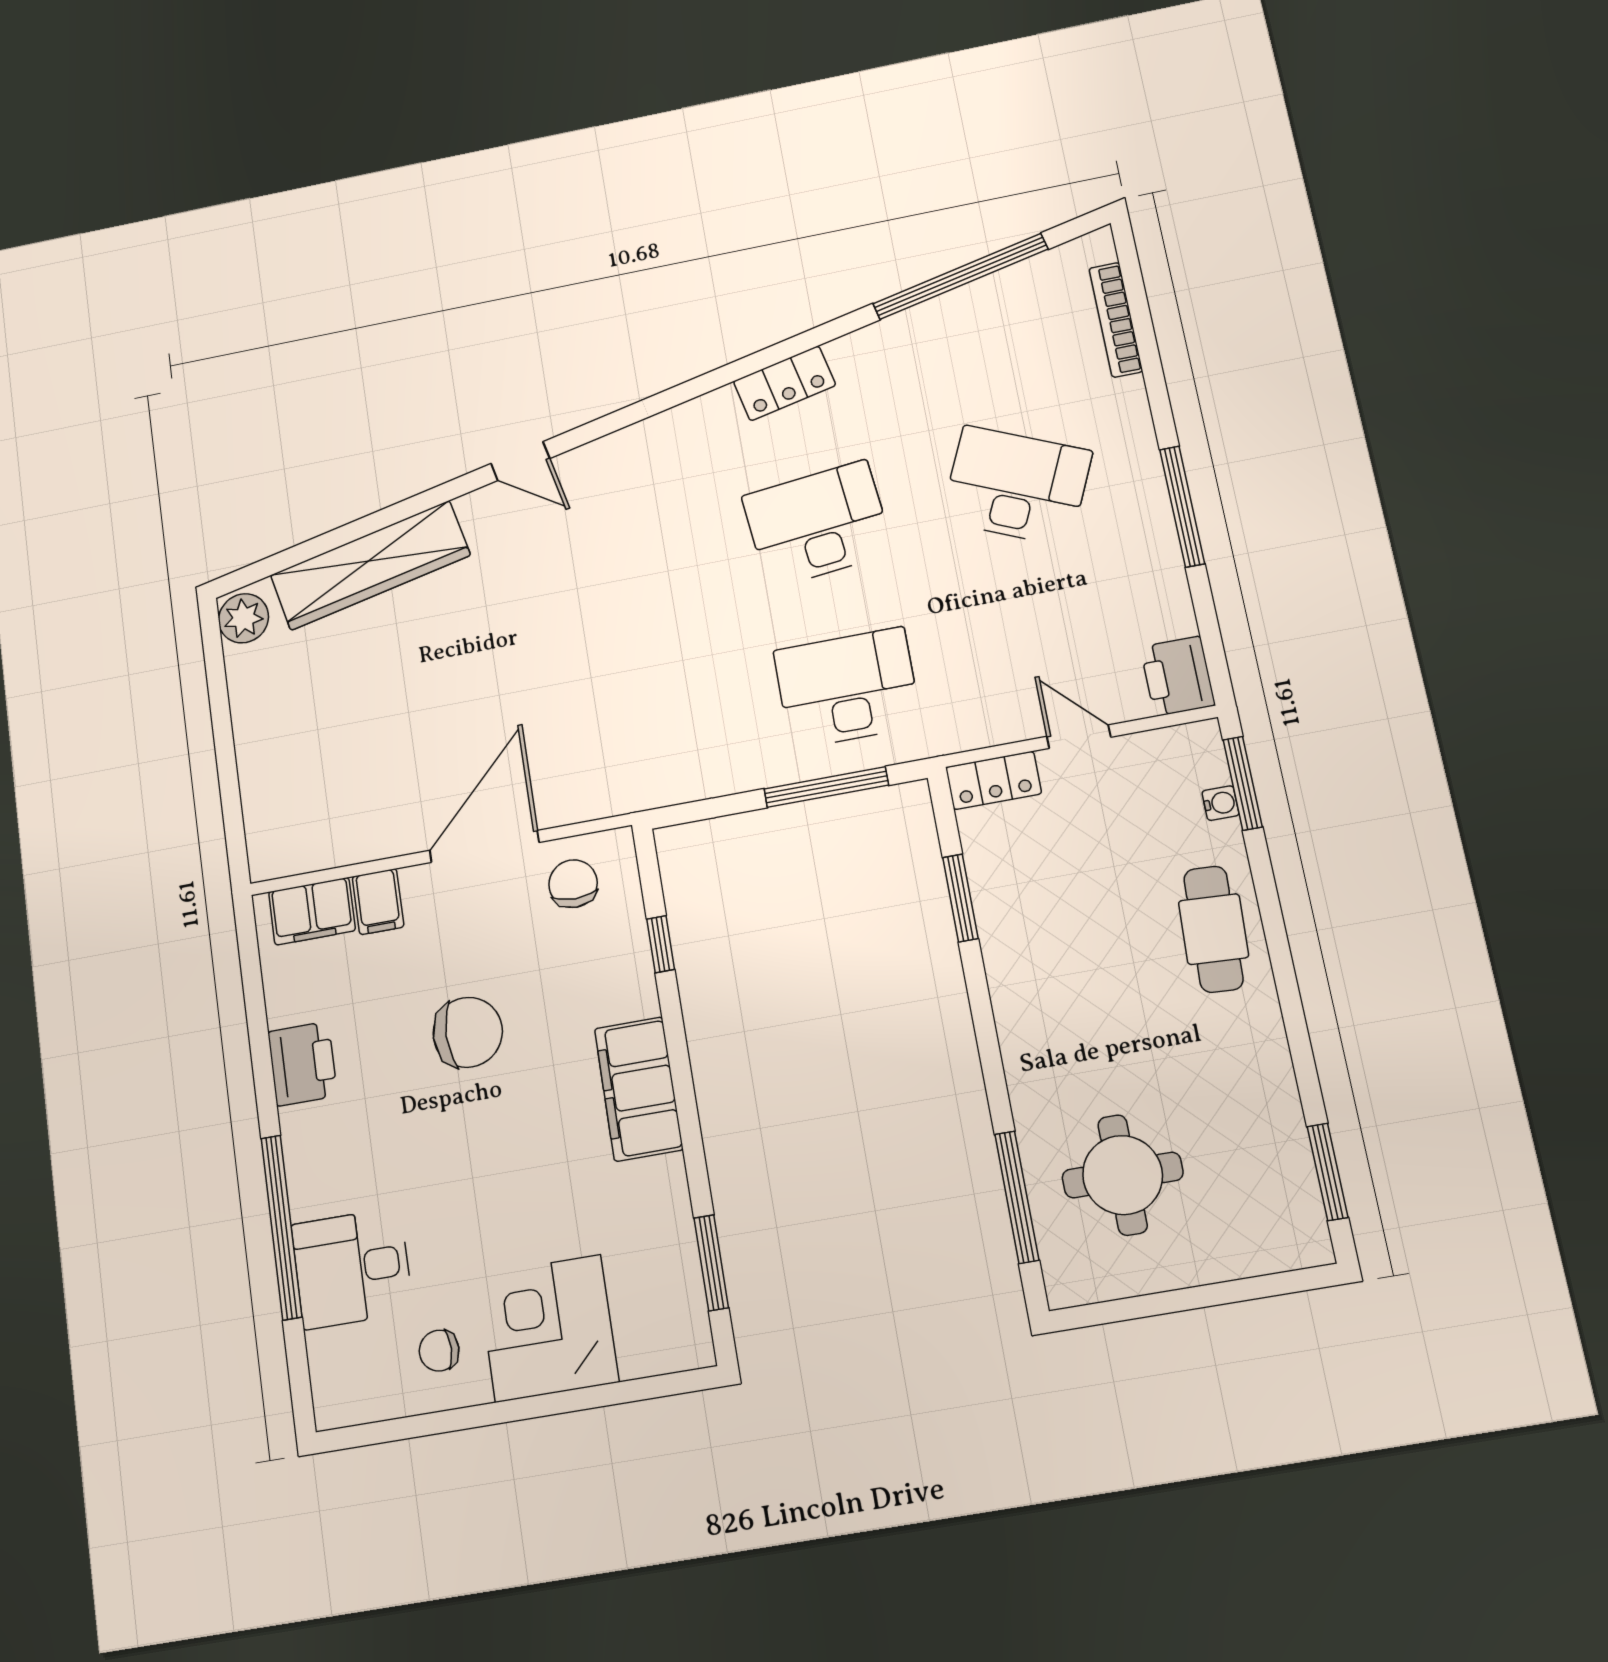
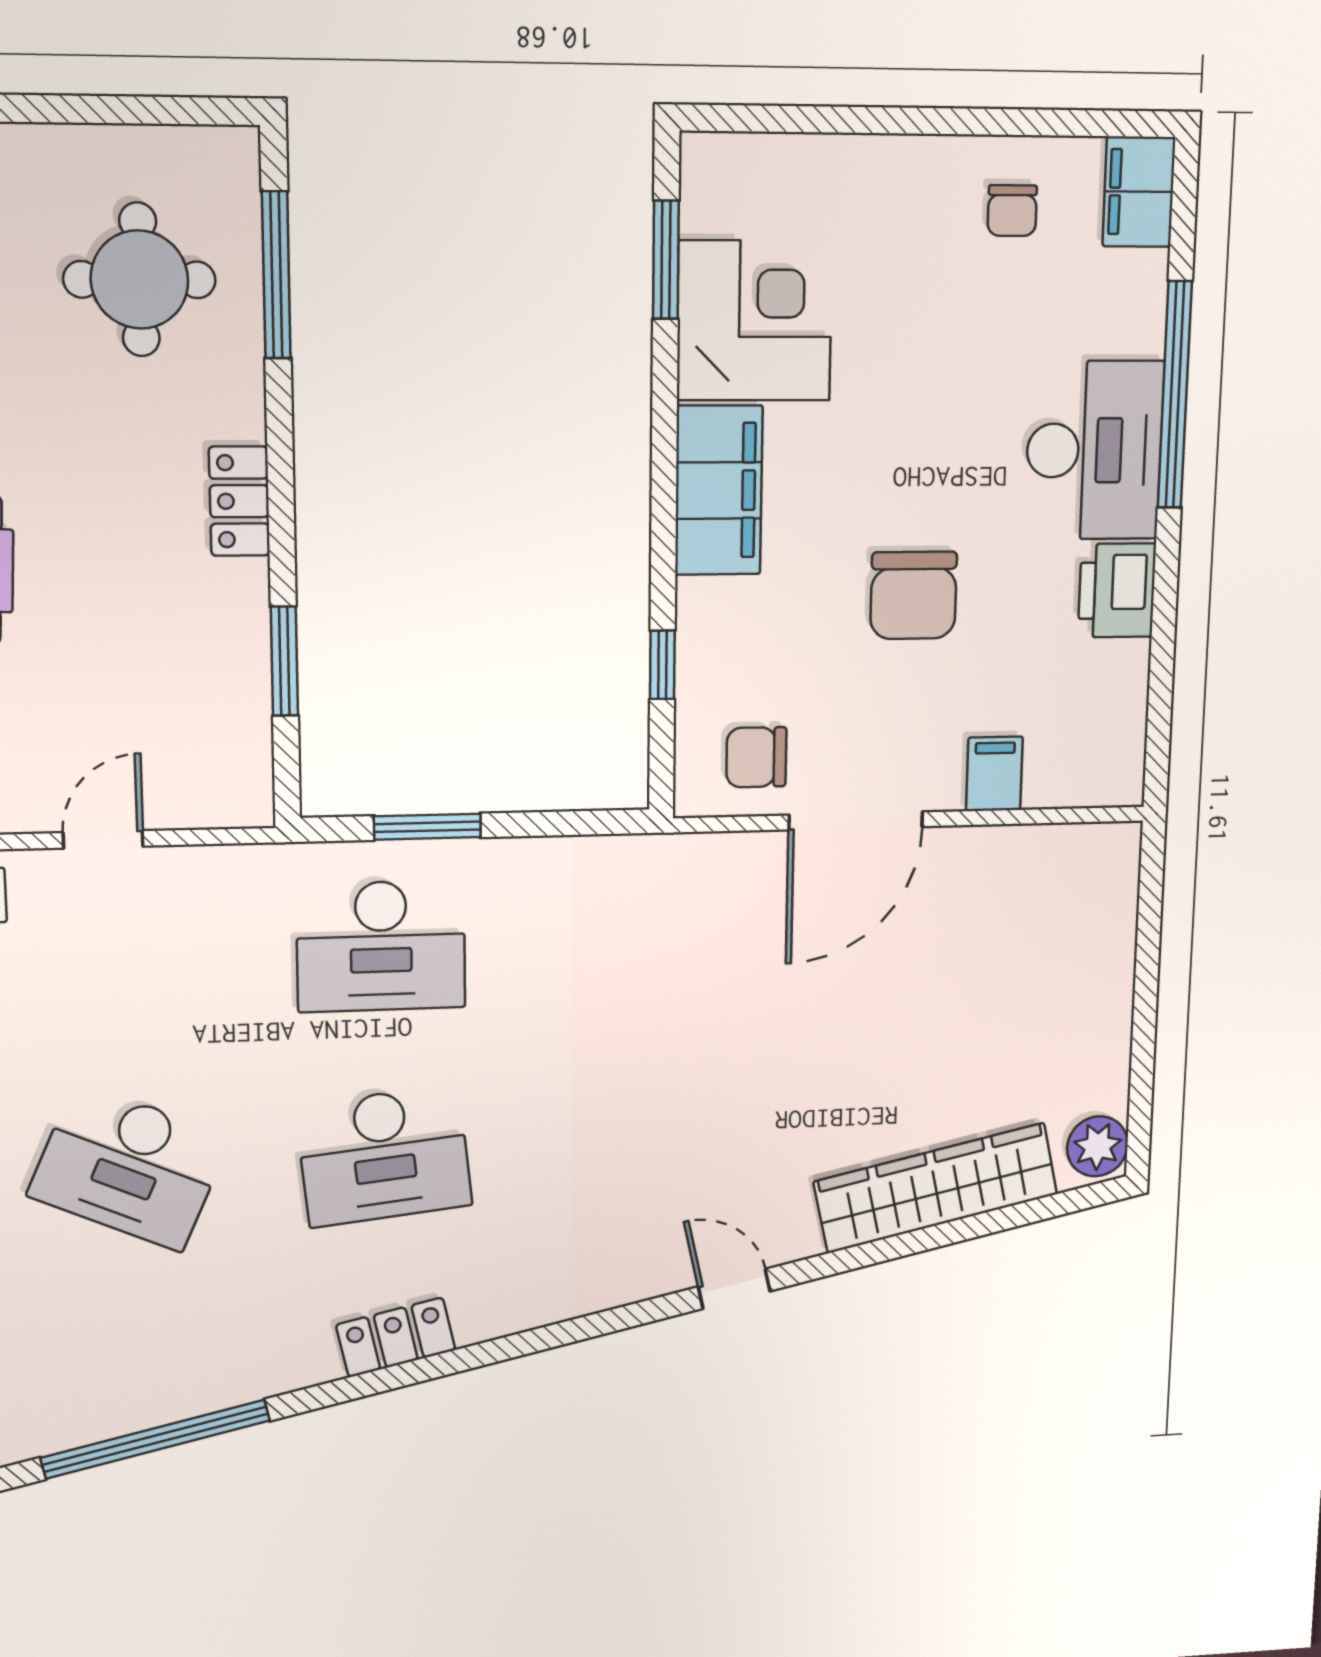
door: (1079, 737) -> (103, 839), swing flipped
locker: (994, 780) -> (239, 501), moved, turned -90
window: (826, 787) -> (427, 827), width x0.69
chair: (573, 884) -> (756, 757), turned 90
filing cabinet: (312, 911) -> (1139, 192), moved, turned -90
chair: (468, 1032) -> (913, 595), turned -90
desk: (352, 1268) -> (1094, 450), moved, width x1.37
corner desk: (548, 1328) -> (755, 321), moved, turned -90
chair: (439, 1351) -> (1012, 211), turned 90

